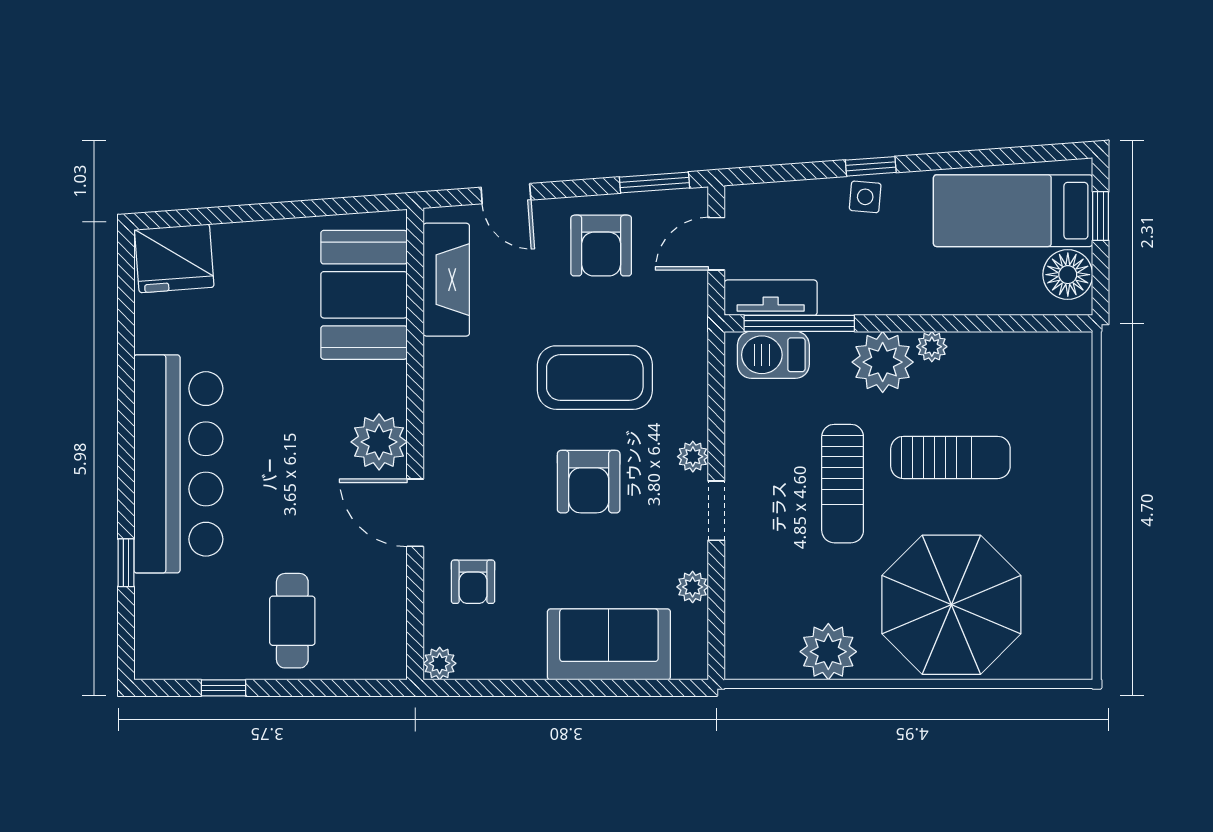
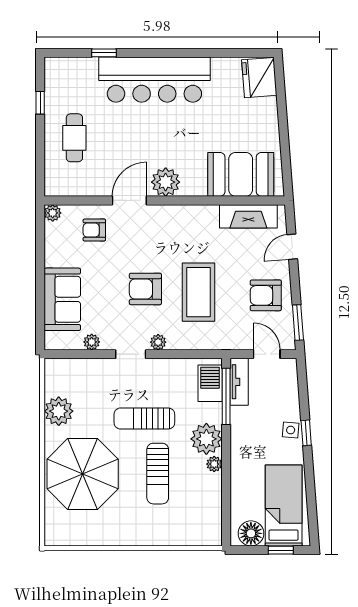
cafe table: (292, 621) -> (74, 138), turned 90

